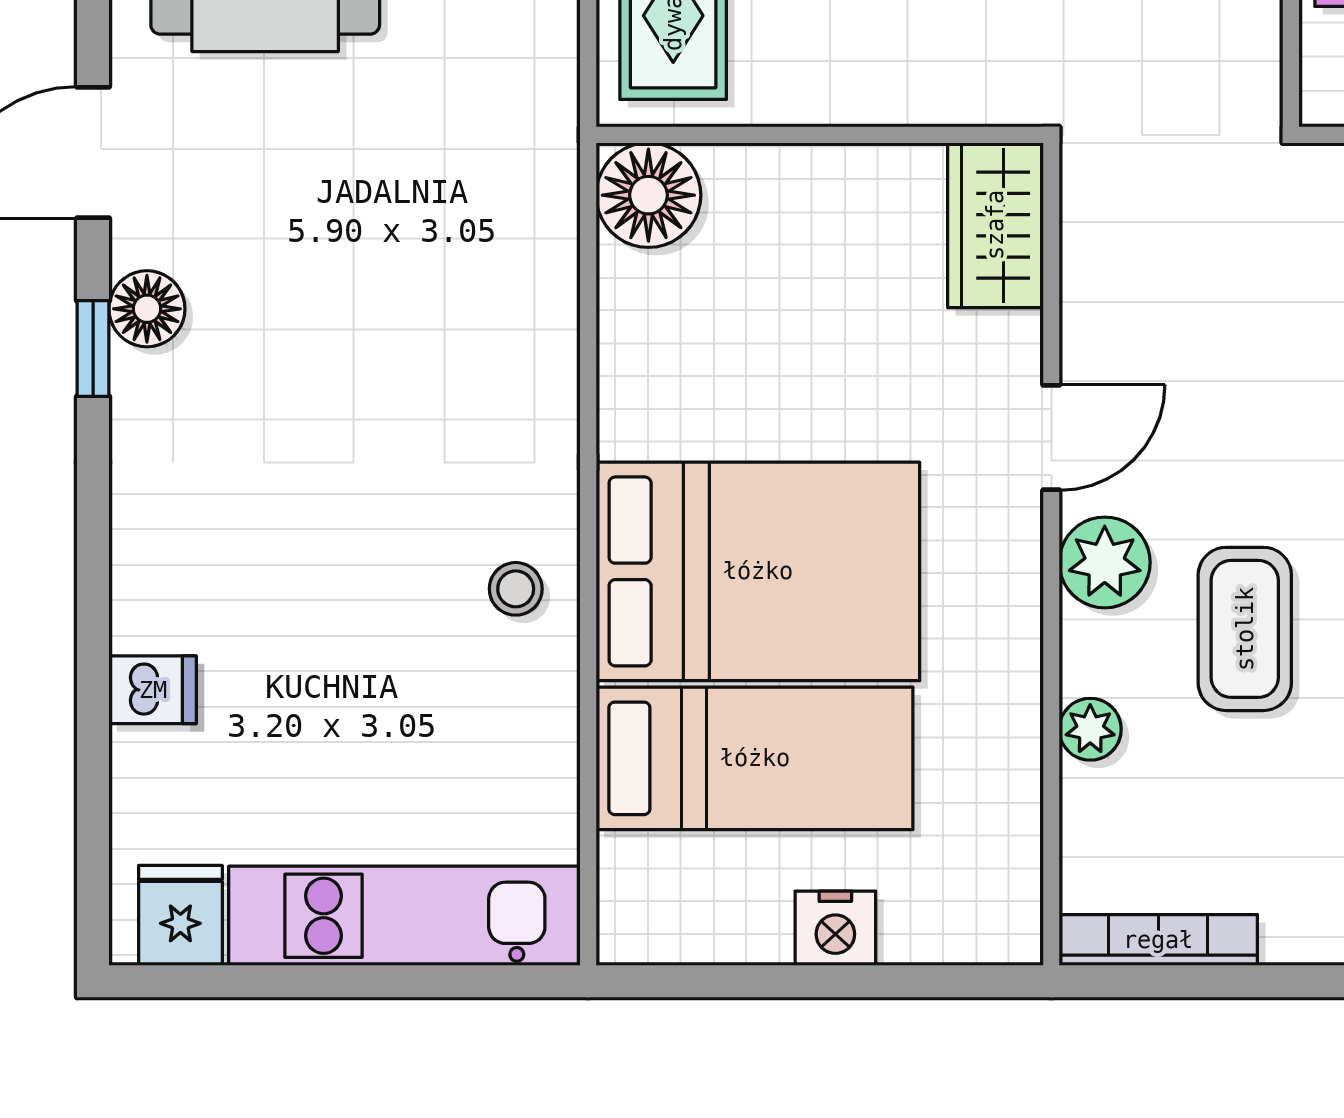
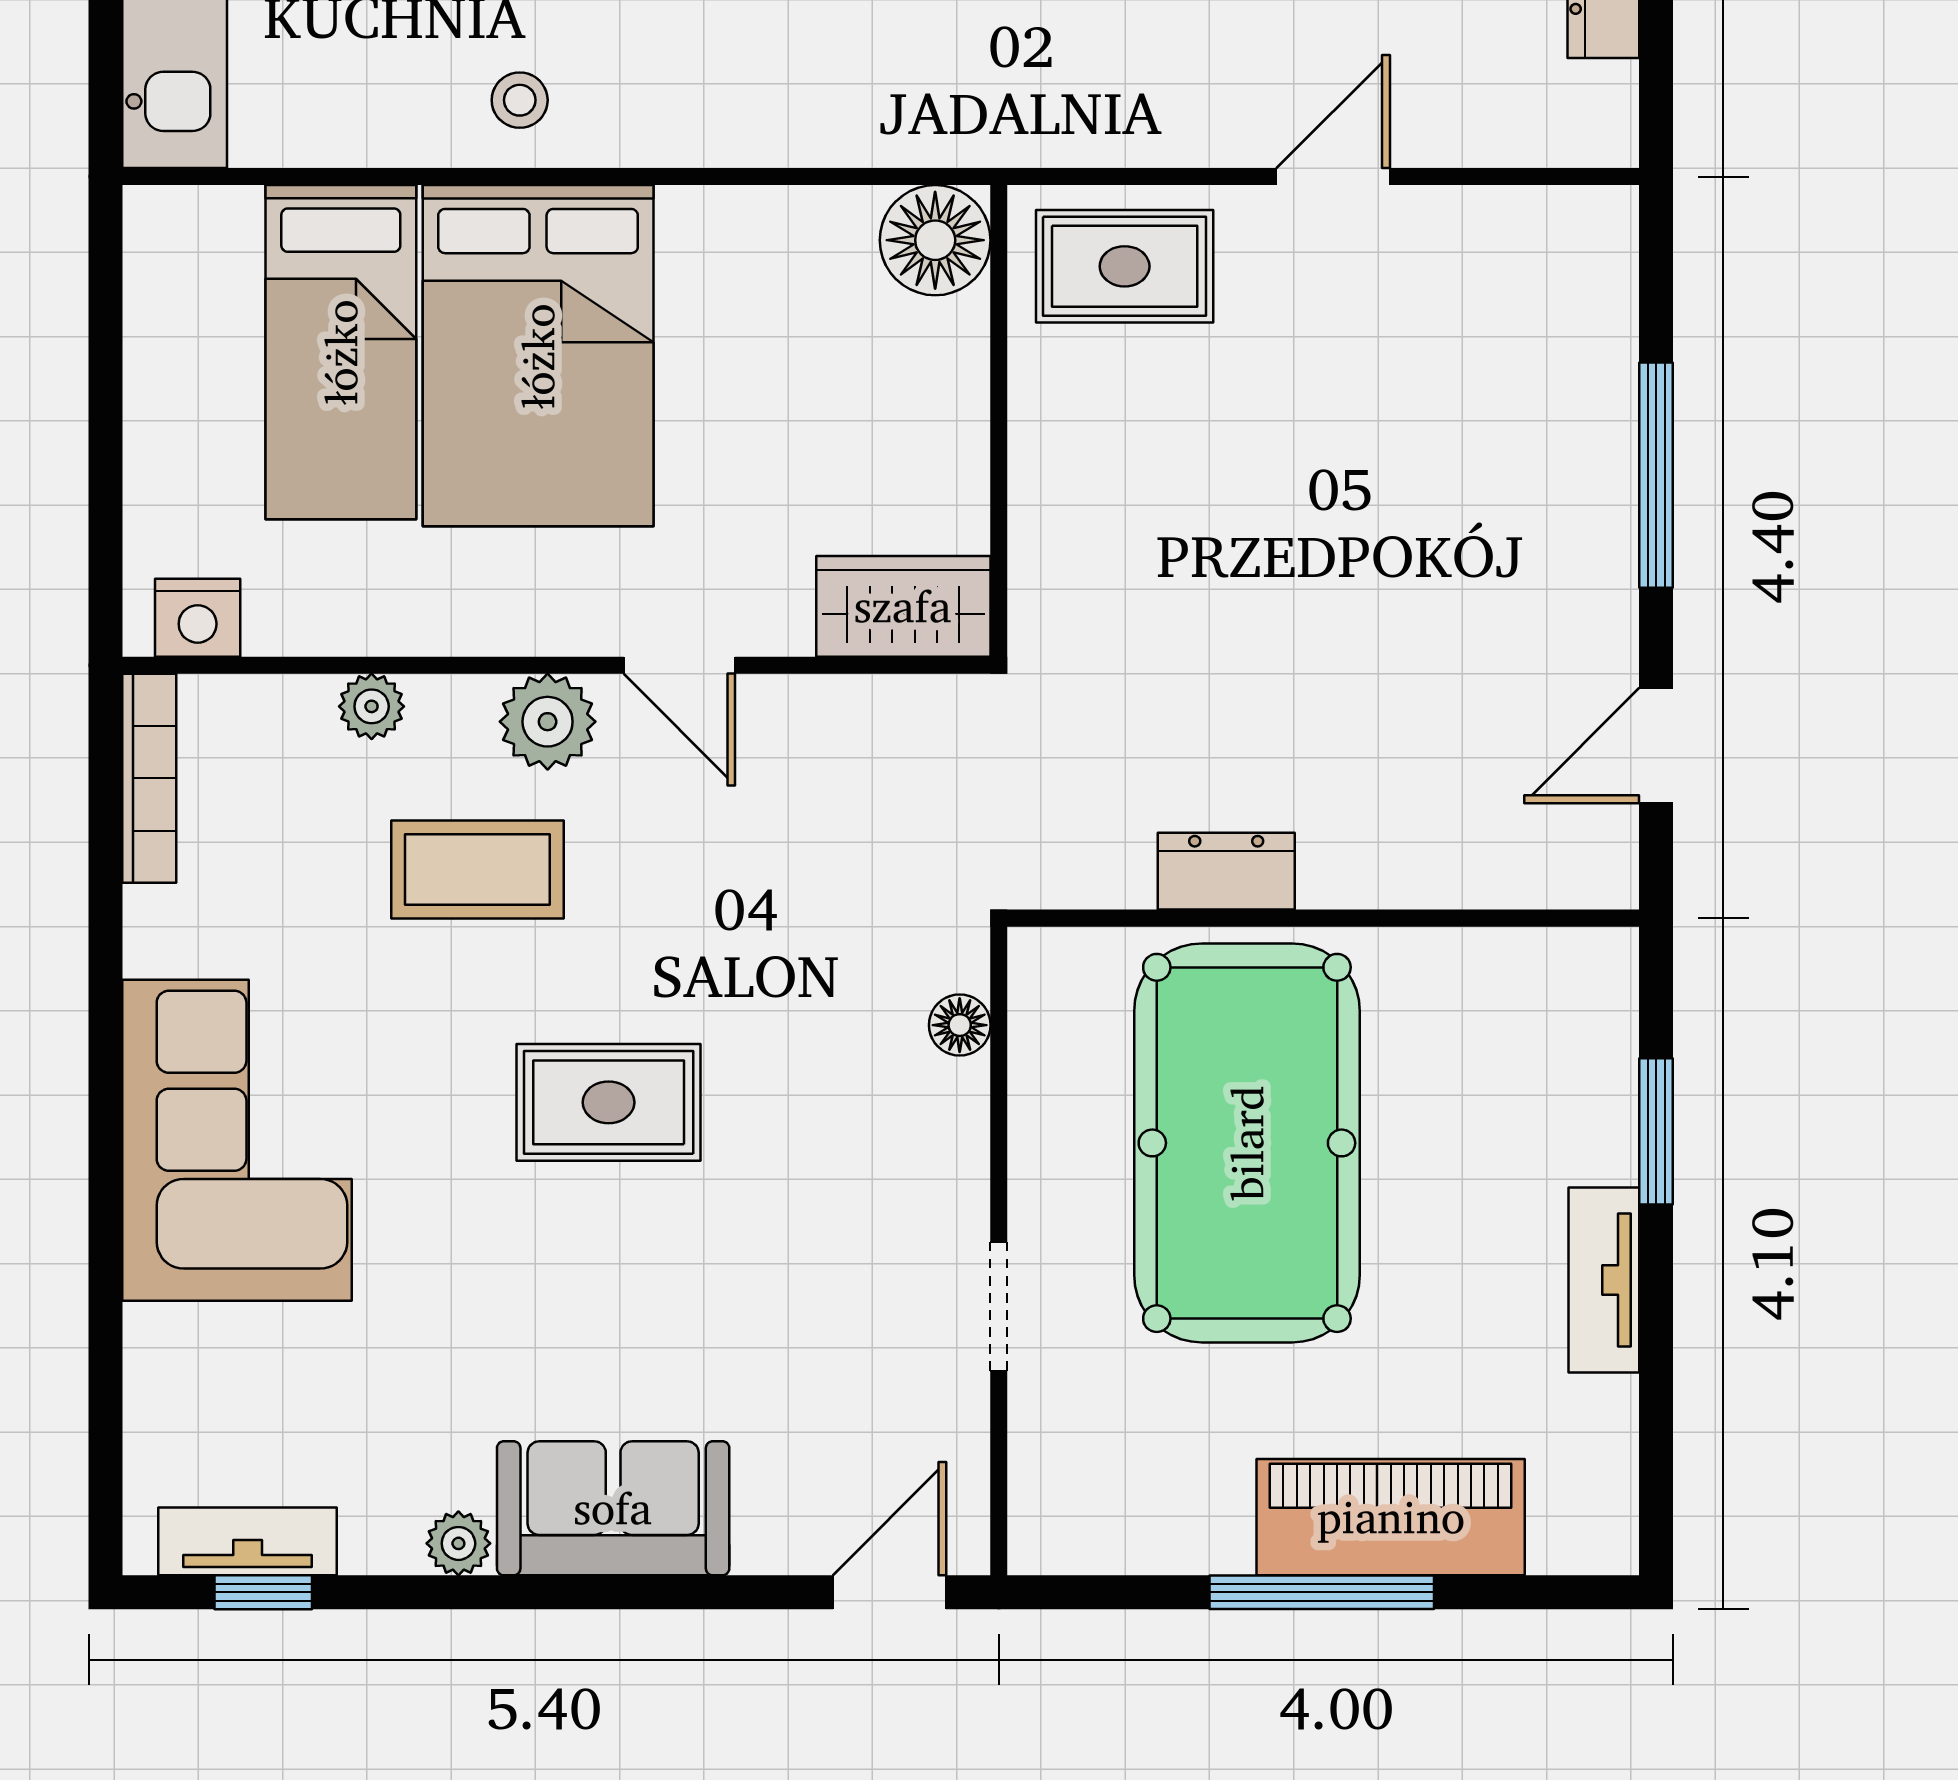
nightstand: (835, 928) -> (198, 618), moved, turned -90

